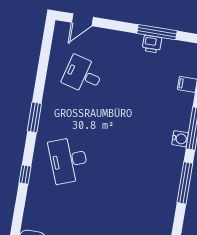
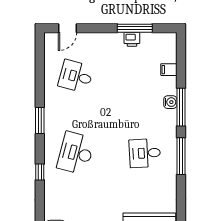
water cooler: (180, 139) -> (170, 102), moved
desk: (69, 160) -> (76, 153), turned 36
desk: (145, 173) -> (145, 153), added

